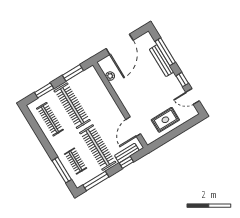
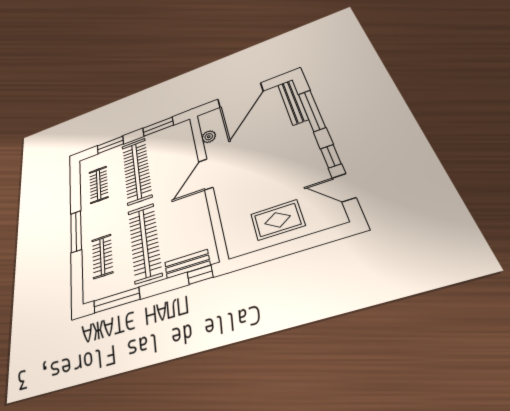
bench: (162, 61) -> (293, 102), moved
clothes rail: (50, 119) -> (99, 185), width x0.73
door: (133, 127) -> (206, 174), moved
window: (126, 162) -> (200, 275), moved
window: (62, 170) -> (76, 231), moved

